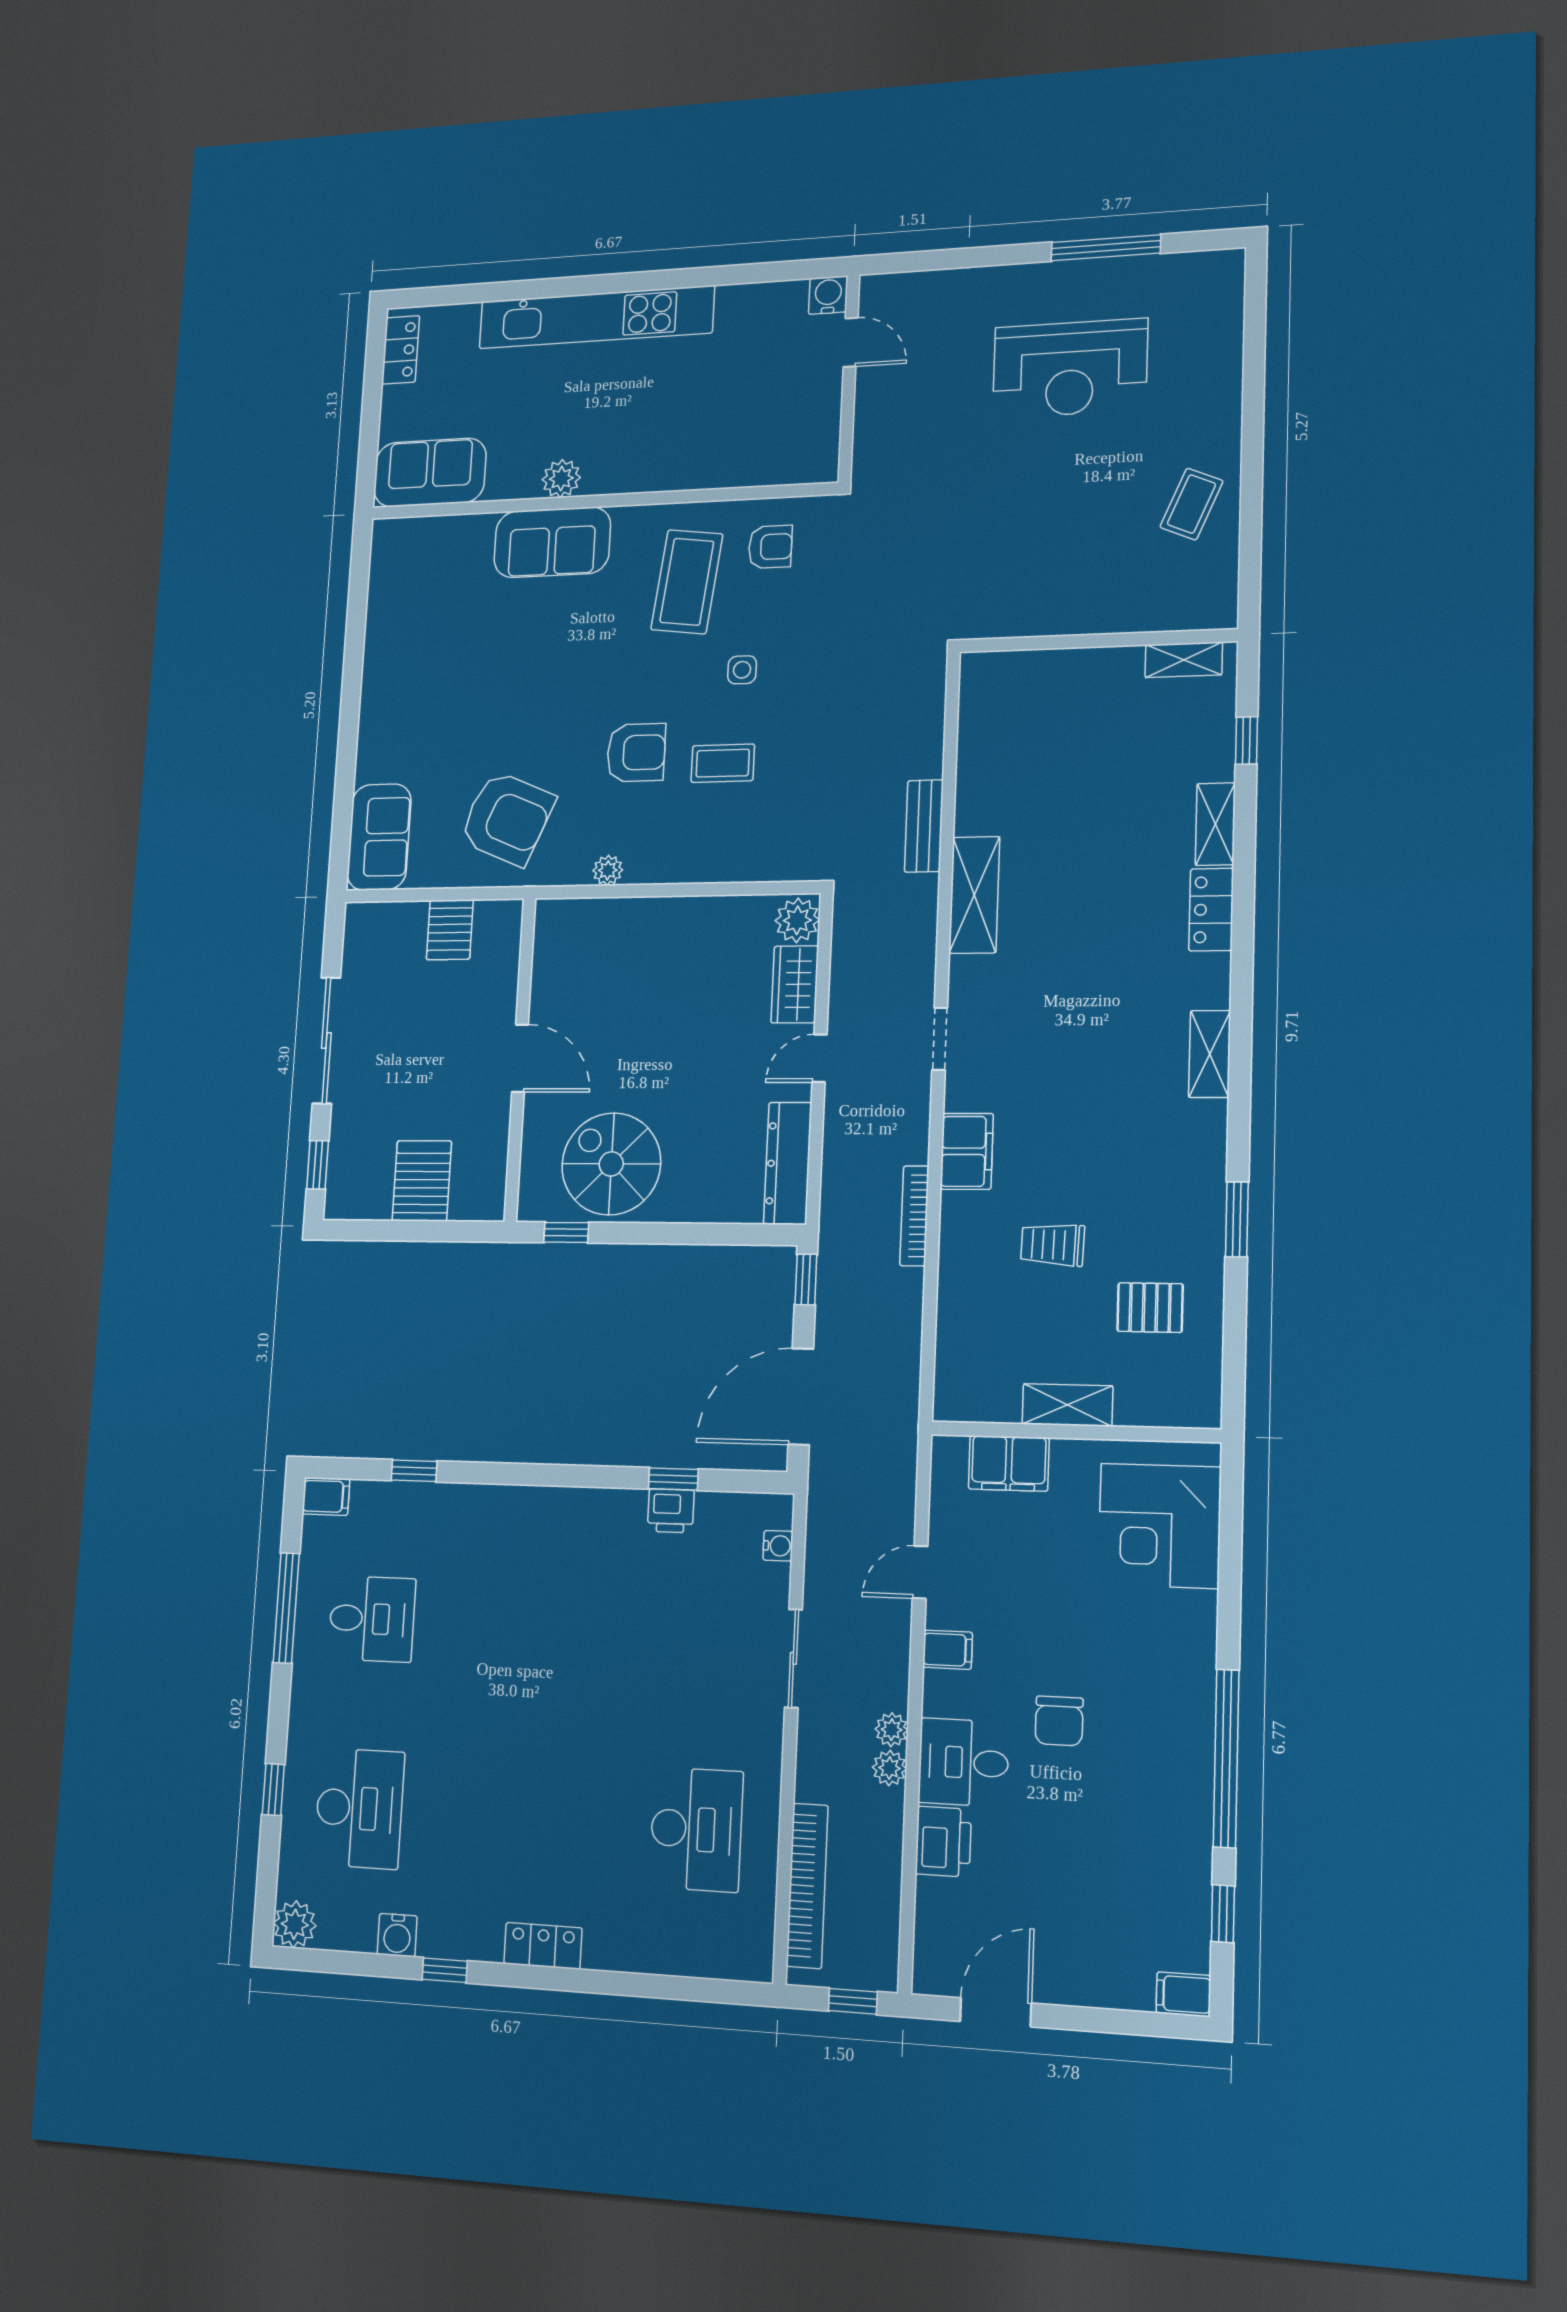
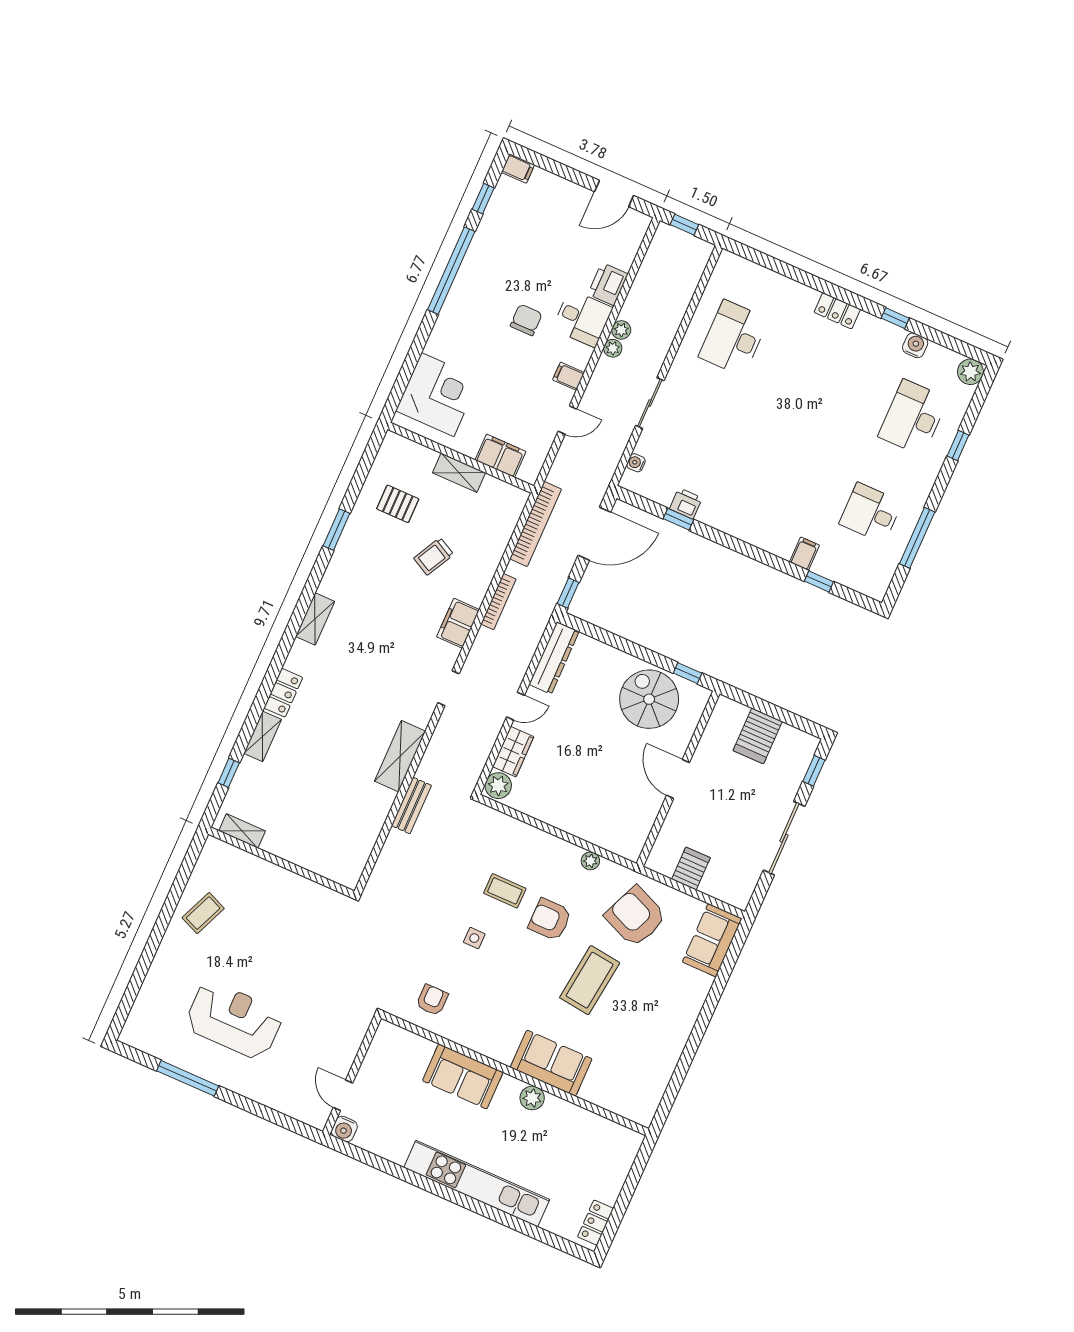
sofa: (430, 473) -> (463, 1076), moved
armchair: (770, 547) -> (432, 1000), turned 90
coffee table: (687, 582) -> (590, 980), moved
spiral stairs: (611, 1164) -> (649, 699), turned 180
trolley: (1053, 1245) -> (434, 556), turned 116
filing cabinet: (326, 1496) -> (804, 554), moved, turned 90
bookcase: (807, 1886) -> (536, 524), moved, turned 180

